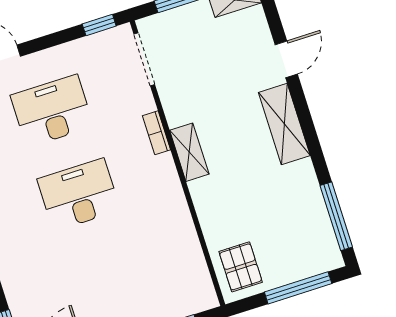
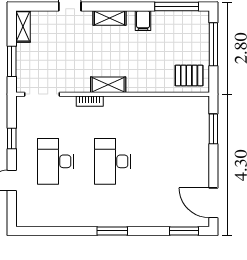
window: (99, 25) -> (12, 138), moved
shelving: (284, 124) -> (109, 18), width x0.67, depth x0.75
filing cabinet: (300, 173) -> (143, 21), added

